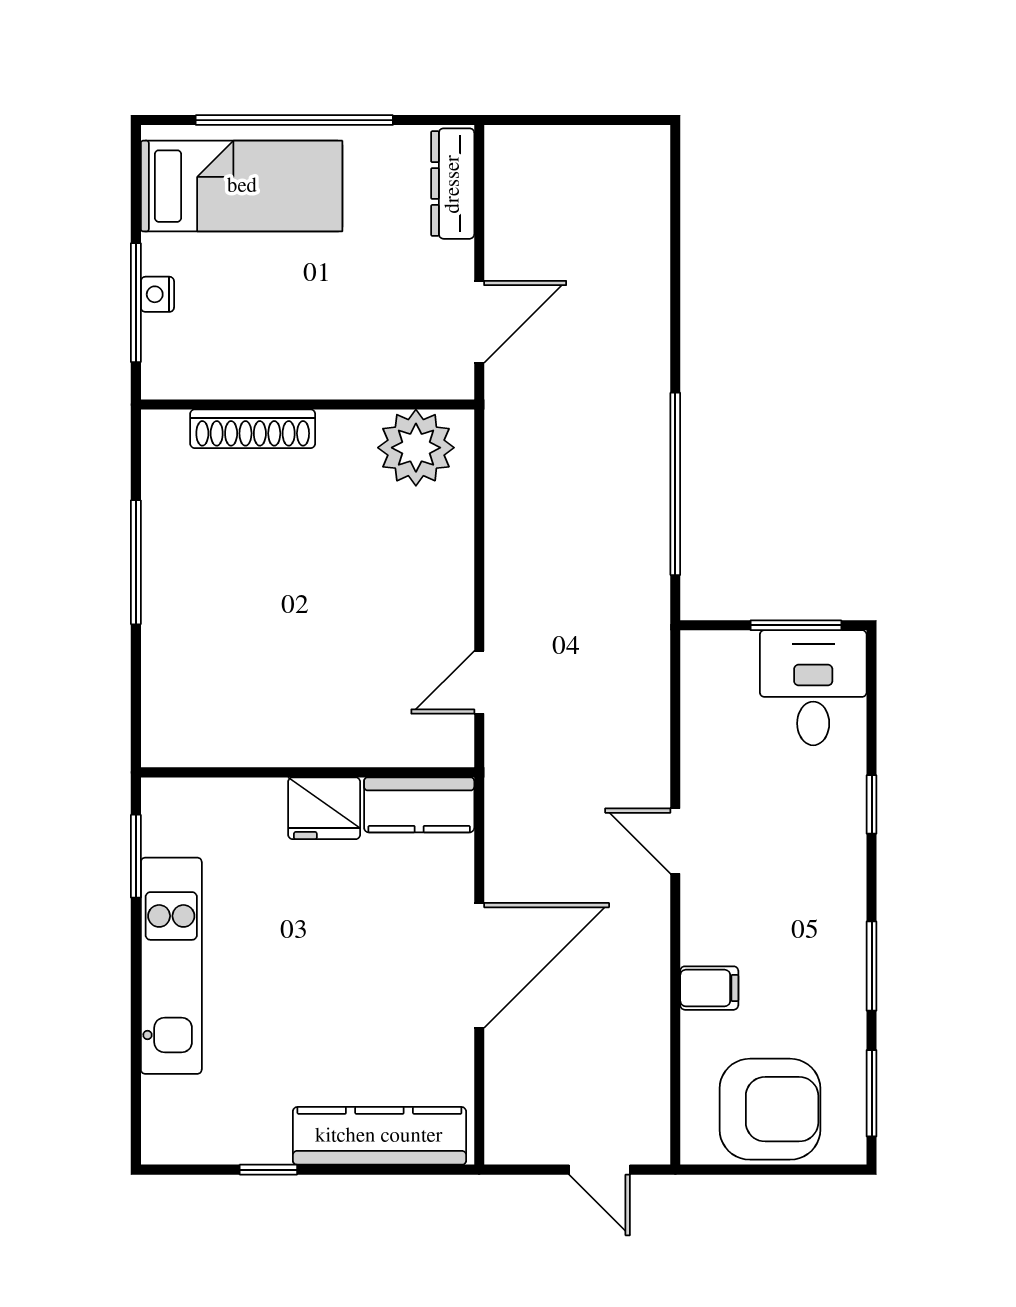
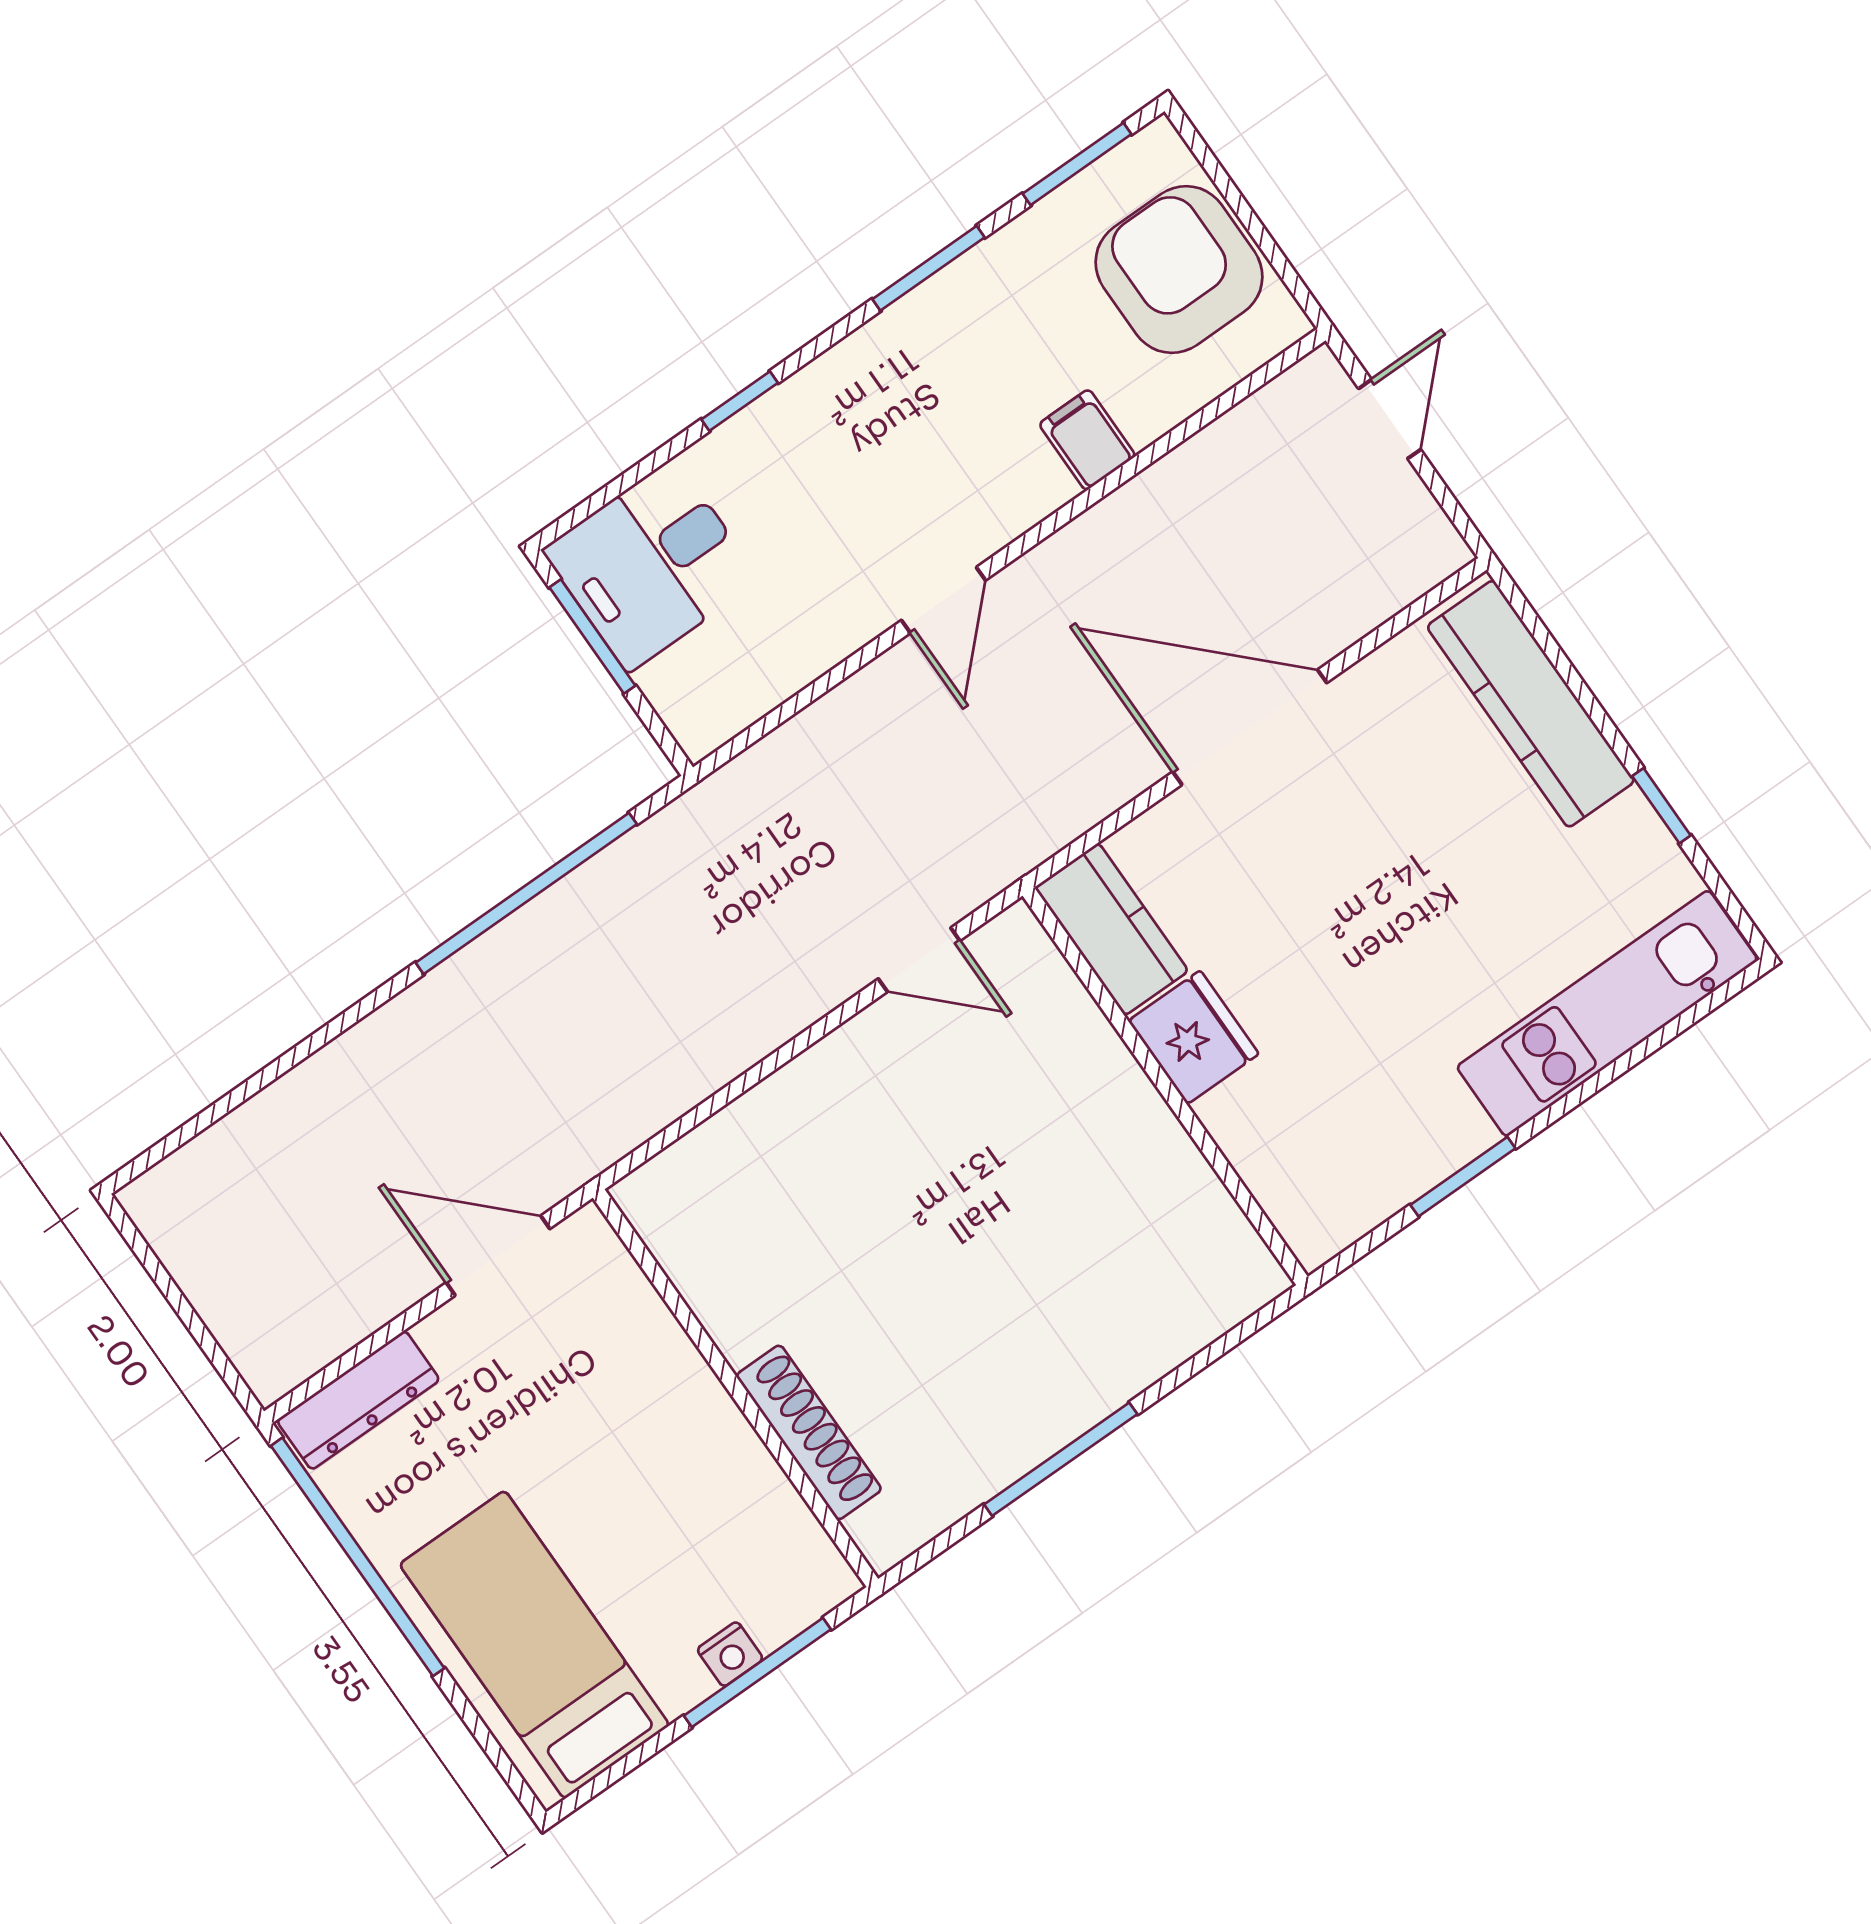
window: (294, 120) -> (358, 1557), moved
plant: (416, 448) -> (697, 1226), removed
window: (136, 856) -> (1463, 1177), moved
kitchen unit: (171, 966) -> (1607, 1013), moved

